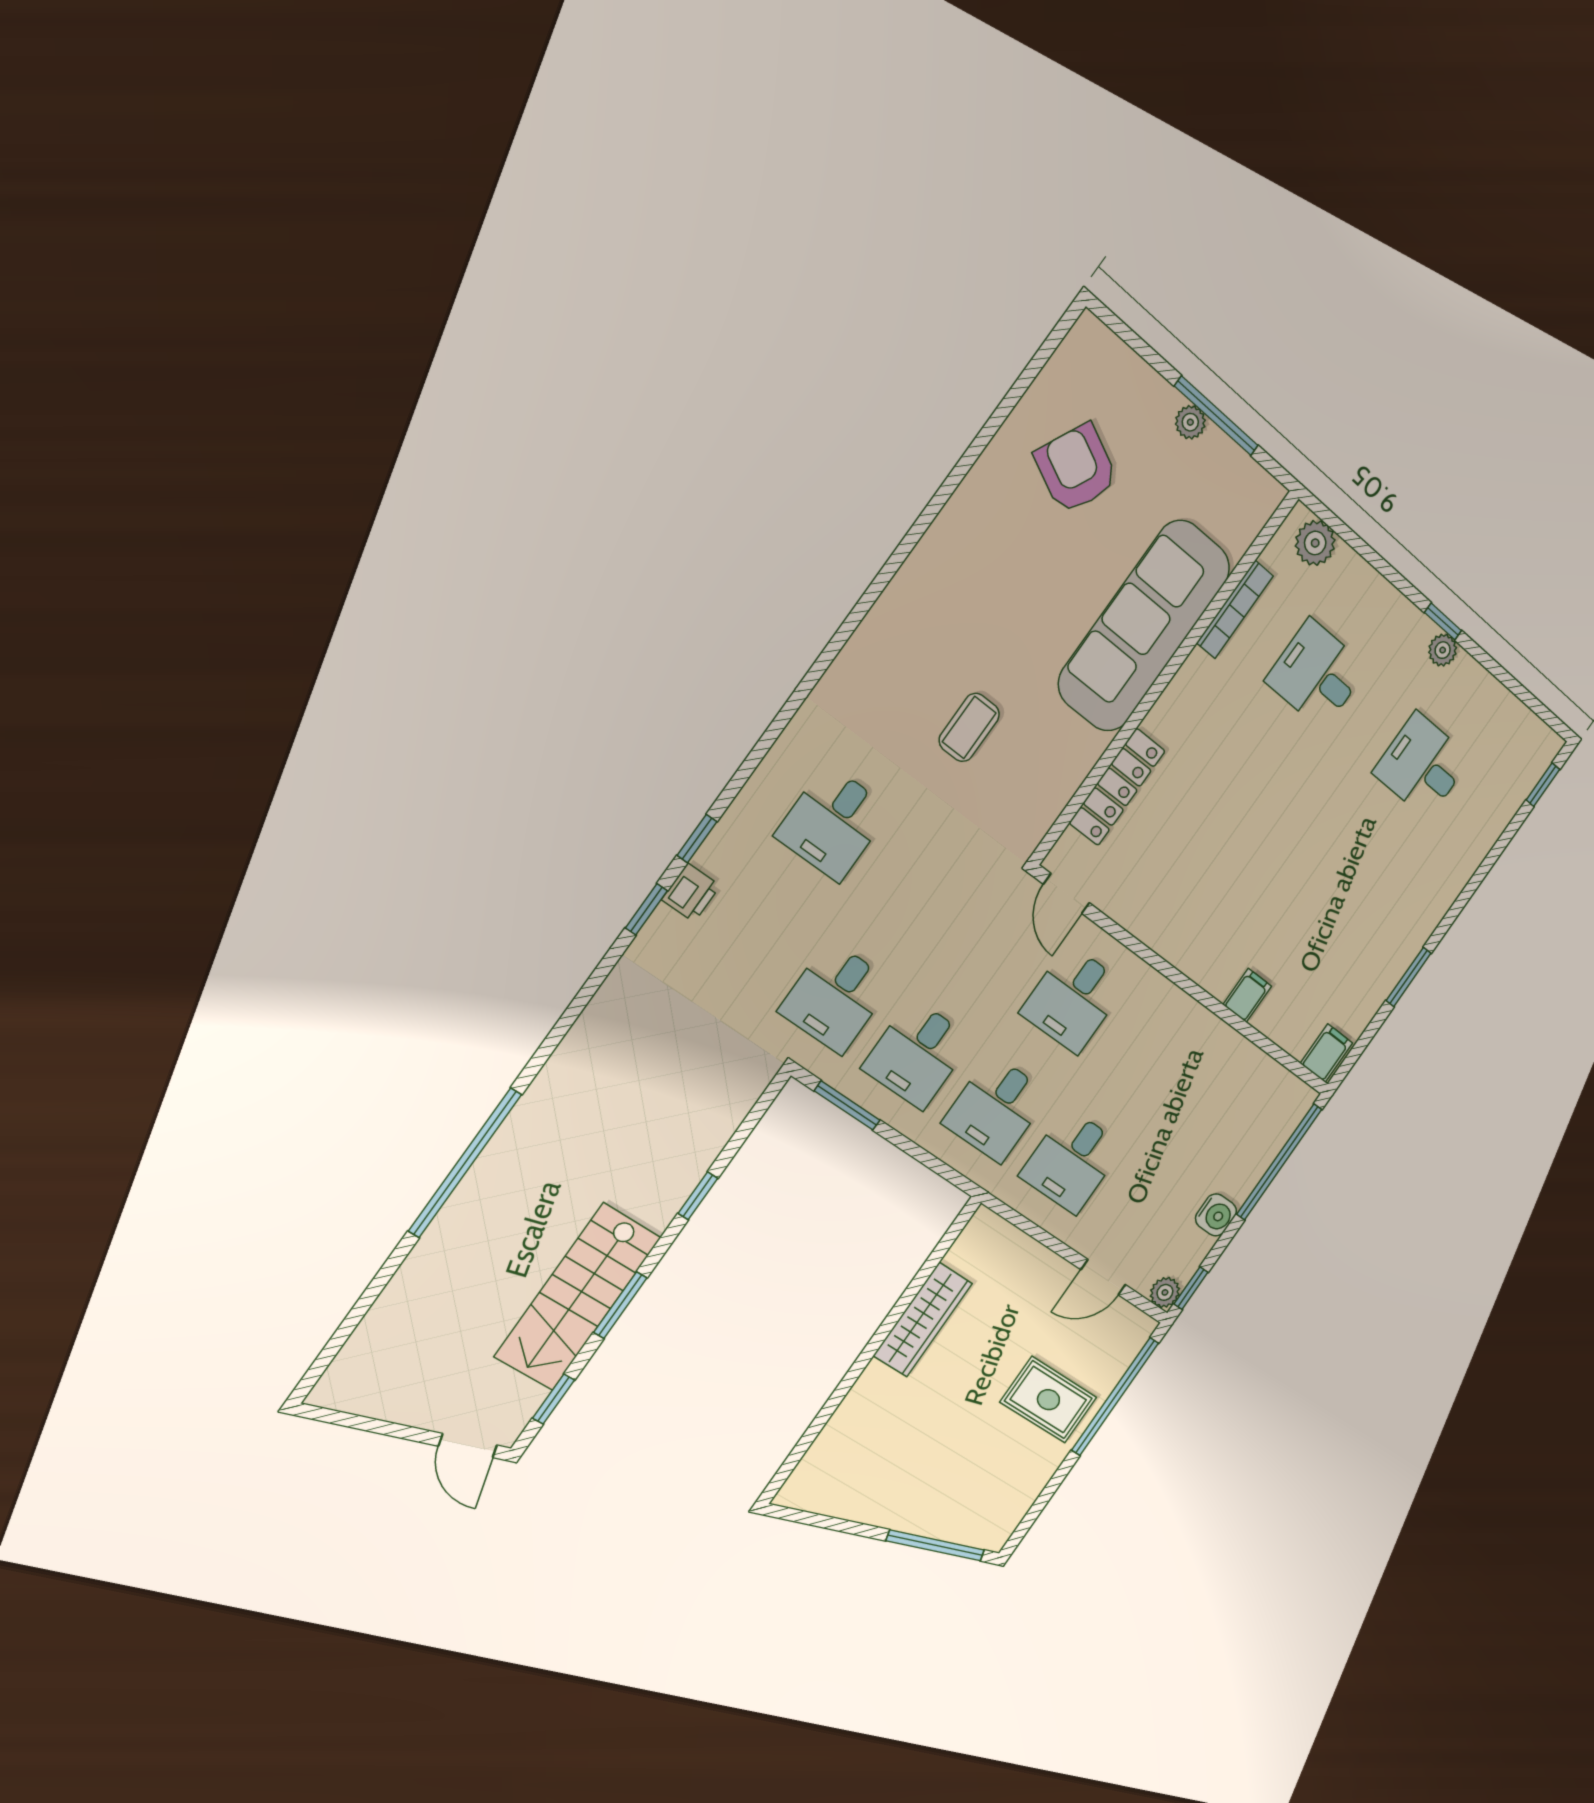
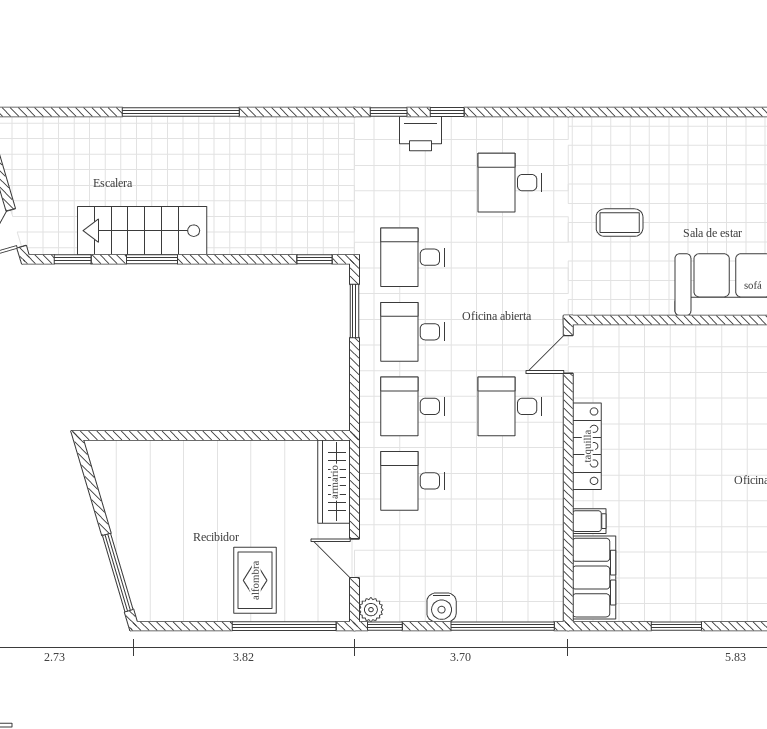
locker: (1117, 787) -> (587, 446), moved, turned -90
printer: (691, 893) -> (421, 134), width x1.36, depth x1.24
filing cabinet: (1326, 1053) -> (594, 578), width x3.00, depth x1.17
window: (698, 1196) -> (314, 259), moved
wardrobe: (923, 1320) -> (334, 482), moved, turned 90

